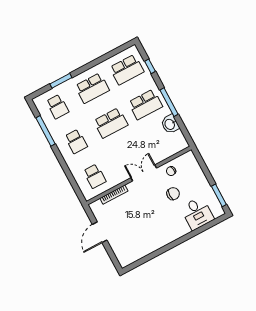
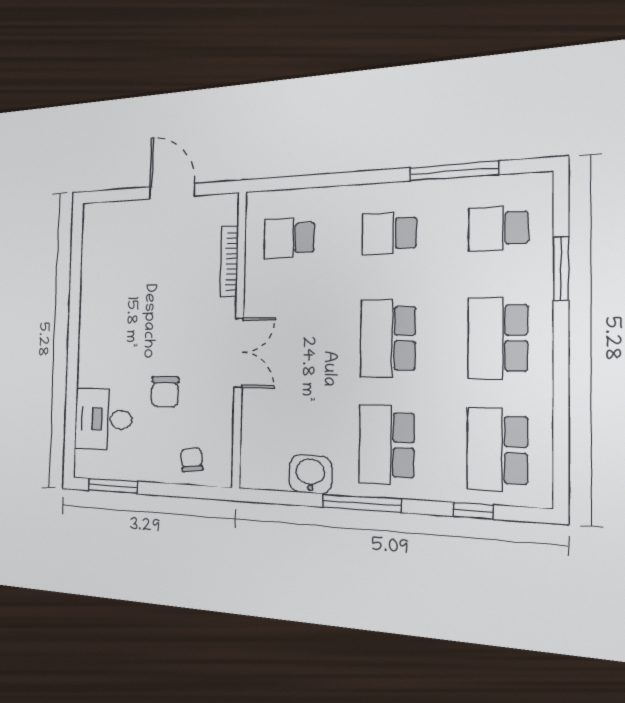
chair: (171, 171) -> (192, 460), moved

